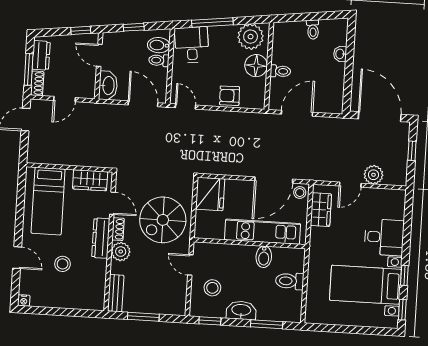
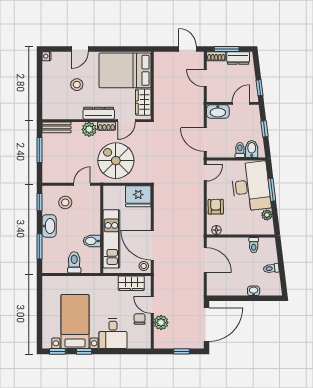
window: (212, 22) -> (272, 190), width x0.69
plant: (251, 37) -> (267, 215), width x0.53, depth x0.53
desk: (192, 45) -> (251, 186), width x1.87, depth x1.30
floor lamp: (256, 66) -> (216, 230), moved, width x0.53, depth x0.53
toilet: (280, 71) -> (254, 245), moved
door: (143, 104) -> (205, 140), swing flipped
bed: (48, 201) -> (125, 70), width x1.50
chair: (367, 202) -> (140, 319), added

